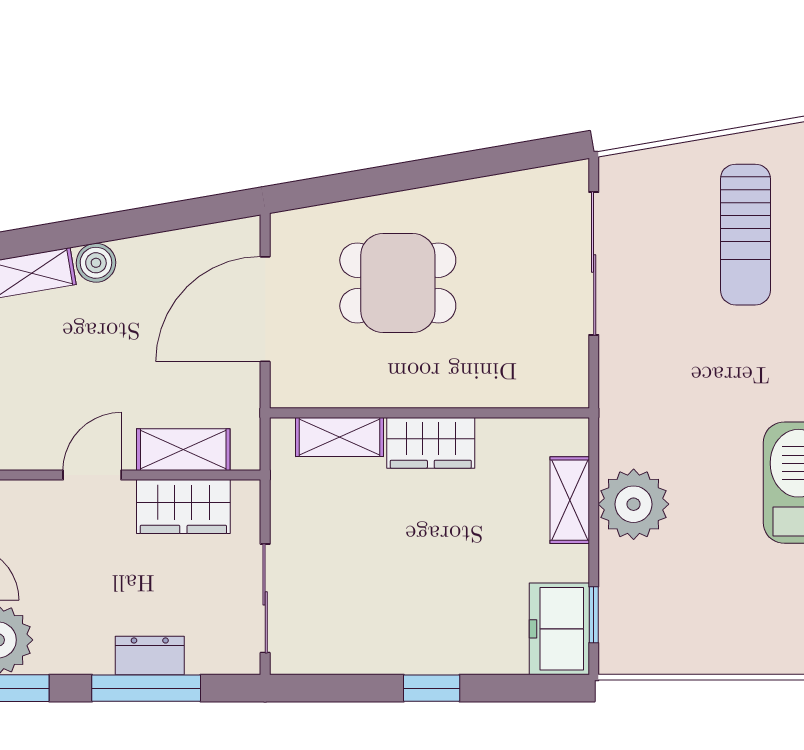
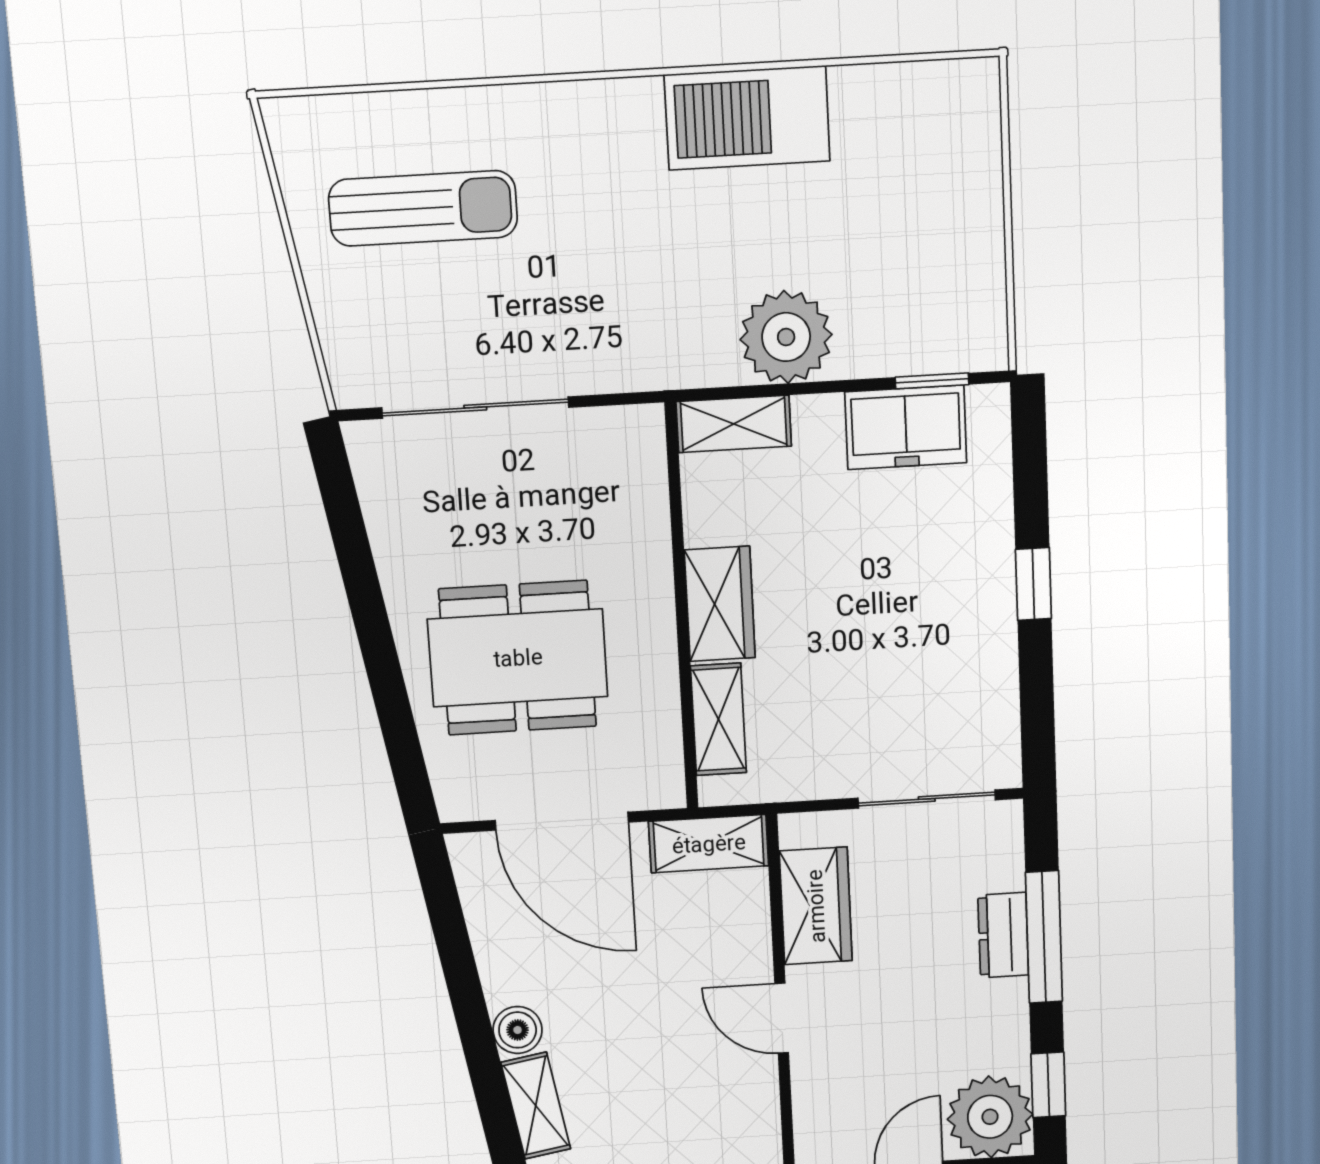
dining table: (398, 283) -> (518, 658), width x1.38
shelving: (183, 450) -> (709, 844), moved, turned 90
shelving: (570, 500) -> (734, 424), moved
freezer: (559, 629) -> (906, 427), moved

